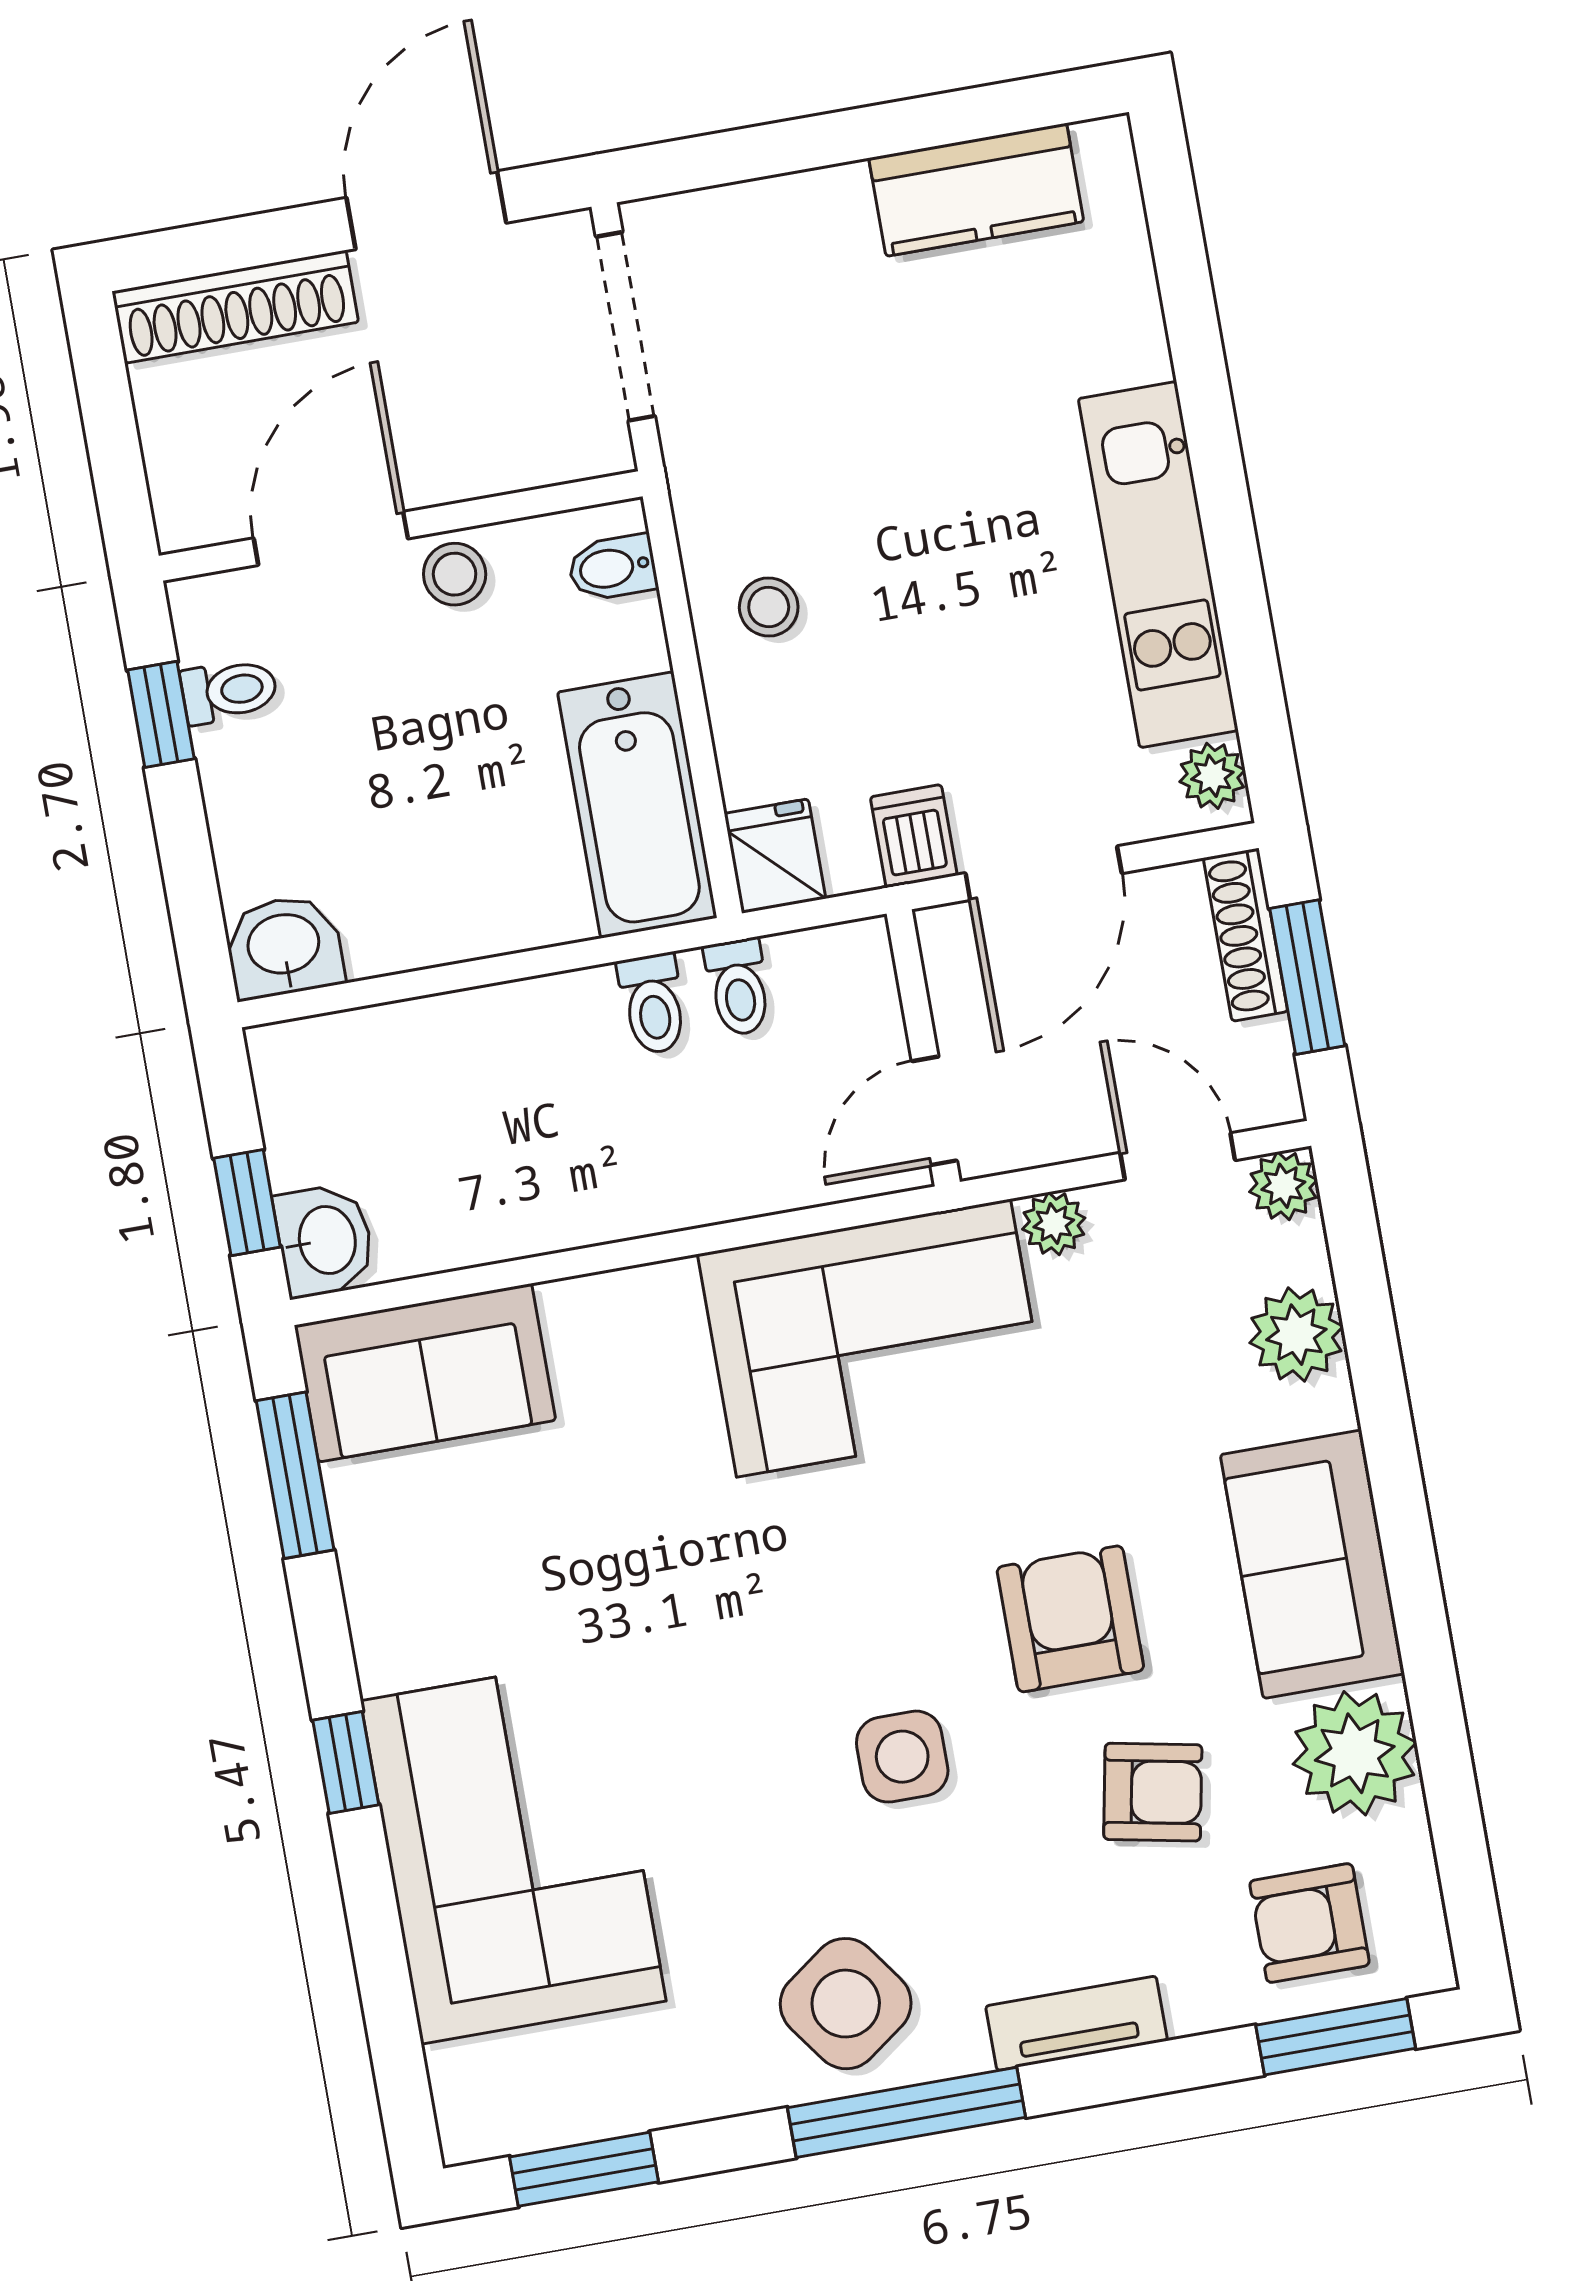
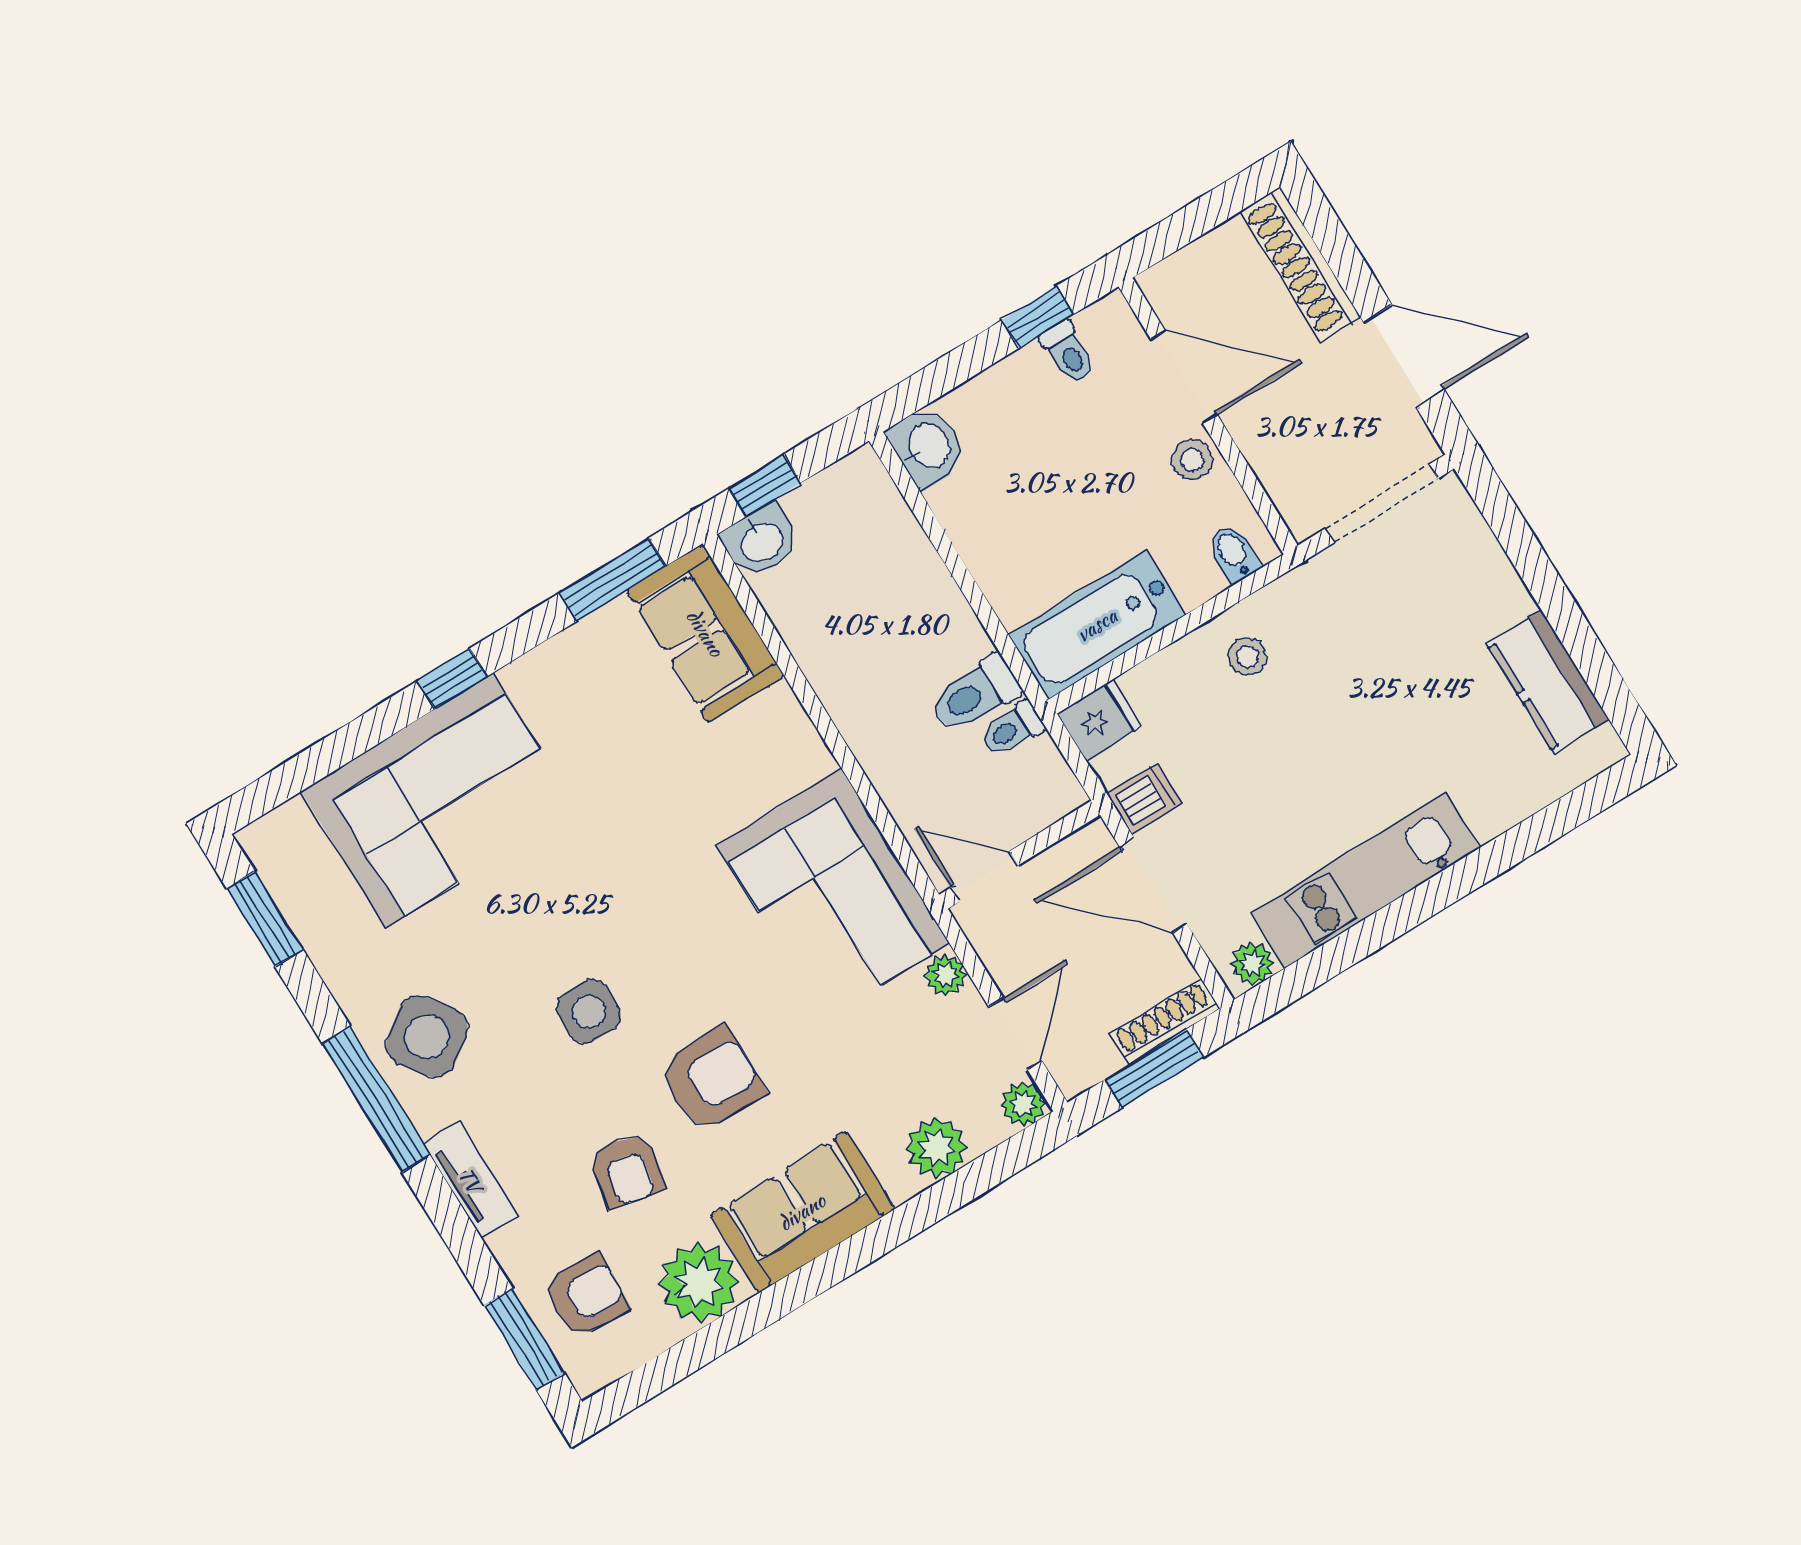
toilet: (653, 1004) -> (975, 694), width x1.37, depth x1.39
armchair: (1310, 1923) -> (586, 1296), turned 93

